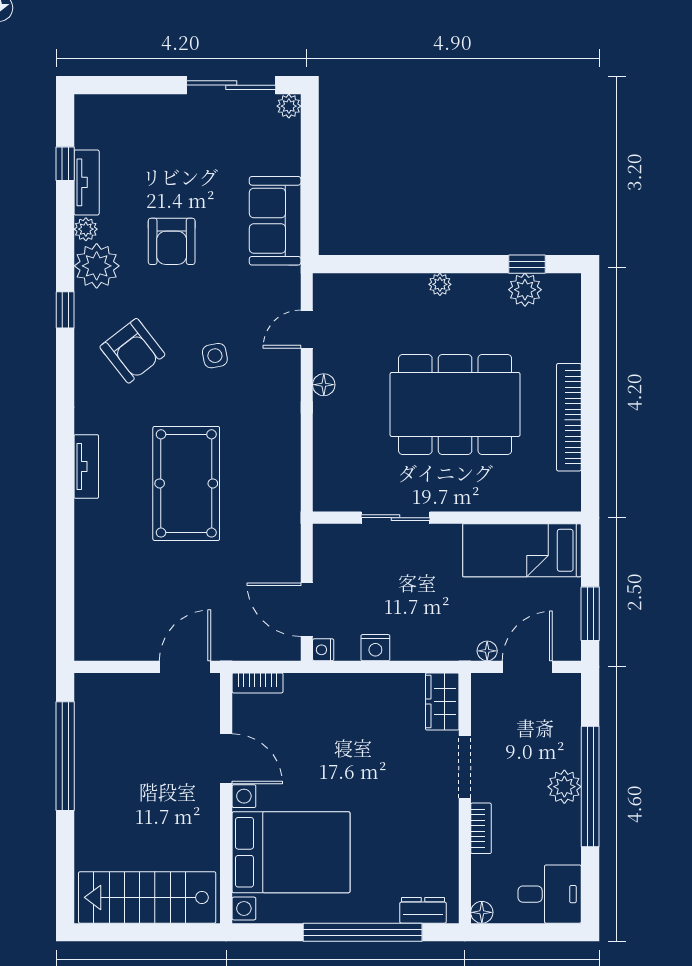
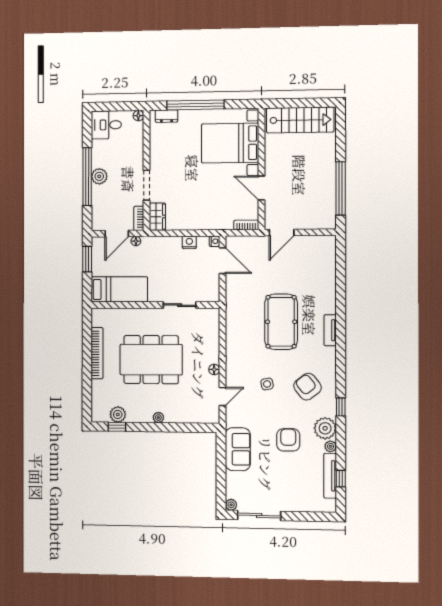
tv unit: (87, 182) -> (330, 476), width x1.41
bookcase: (481, 828) -> (139, 218), moved

